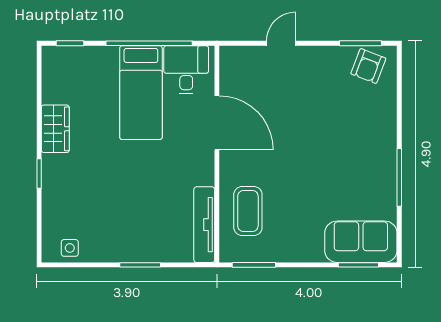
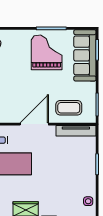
door: (217, 123) -> (34, 124), moved
grand piano: (353, 169) -> (47, 52), added
sofa: (361, 242) -> (85, 55), width x1.36

